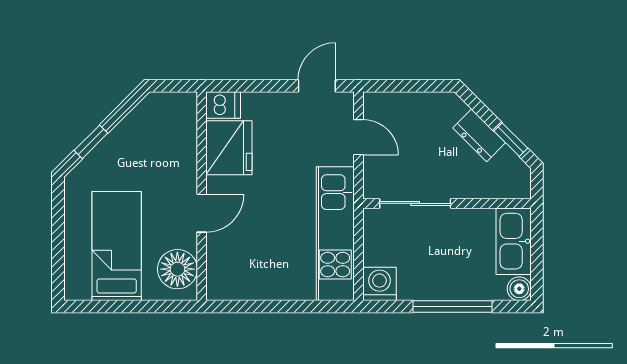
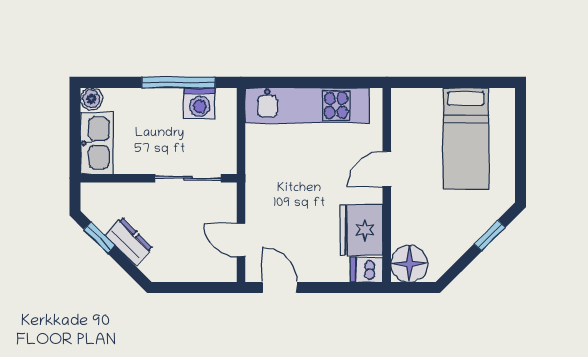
door: (317, 86) -> (280, 288), swing flipped
kitchen unit: (335, 234) -> (307, 105), moved, turned 90
floor lamp: (177, 269) -> (409, 264), moved
washing machine: (380, 284) -> (200, 103), moved
window: (453, 306) -> (179, 82), moved

